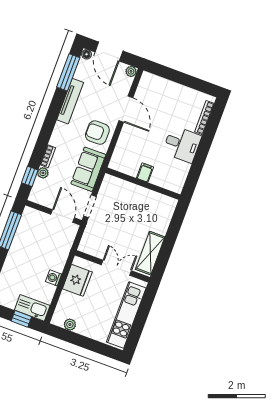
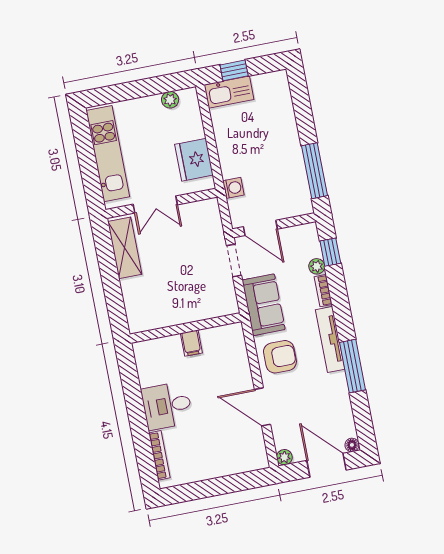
window: (68, 72) -> (353, 366), moved
tv unit: (70, 101) -> (330, 339), moved
washing machine: (54, 278) -> (233, 188), moved

